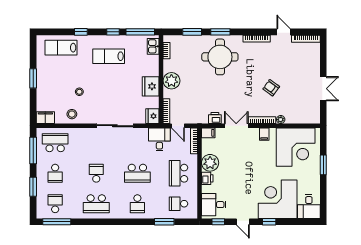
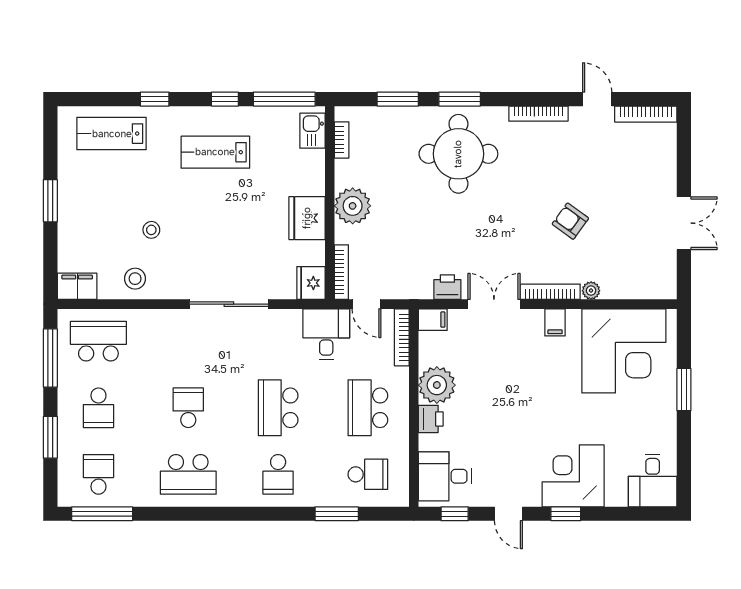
school desk: (137, 173) -> (278, 408), turned 90
corner desk: (278, 199) -> (573, 476), width x0.74, depth x0.74
school desk: (178, 204) -> (368, 474), turned 180

